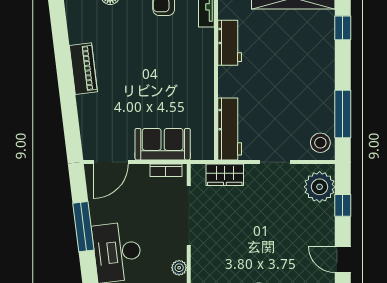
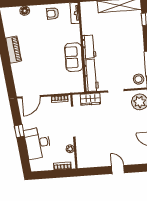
workbench: (230, 43) -> (89, 47), moved
sofa: (163, 144) -> (74, 57), moved, turned -90
window: (83, 227) -> (19, 131), width x0.46

